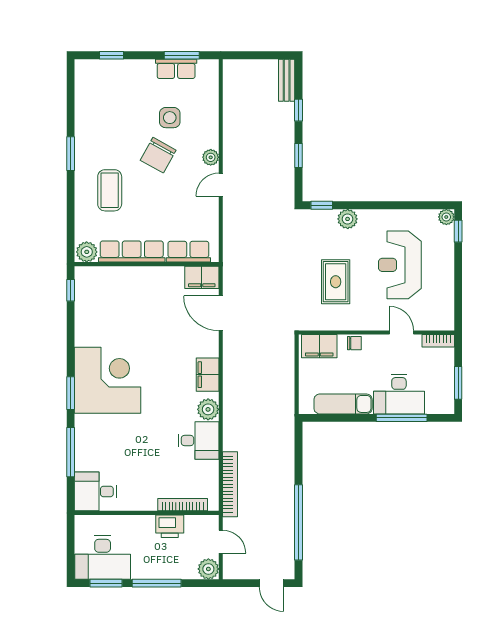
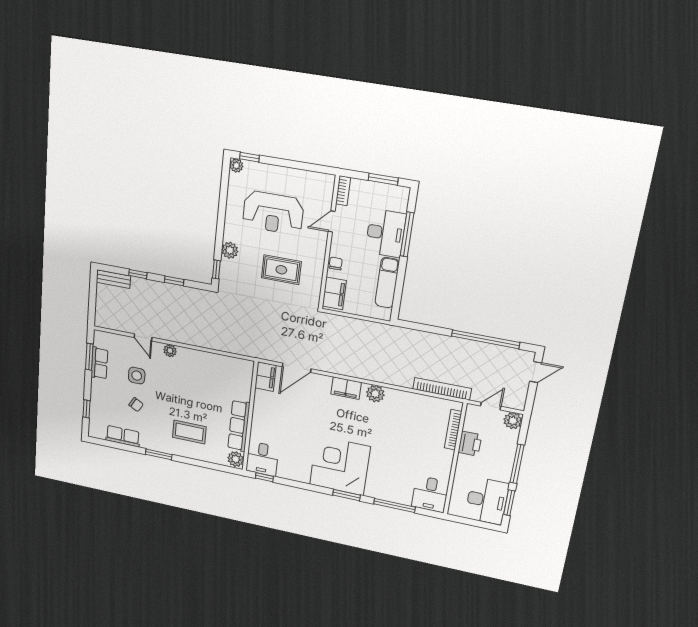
chair: (158, 155) -> (136, 405), moved, width x0.54, depth x0.54
door: (221, 185) -> (143, 337), moved
row of seats: (188, 252) -> (123, 436), moved, turned 90
desk: (198, 440) -> (262, 459), moved, turned 180

